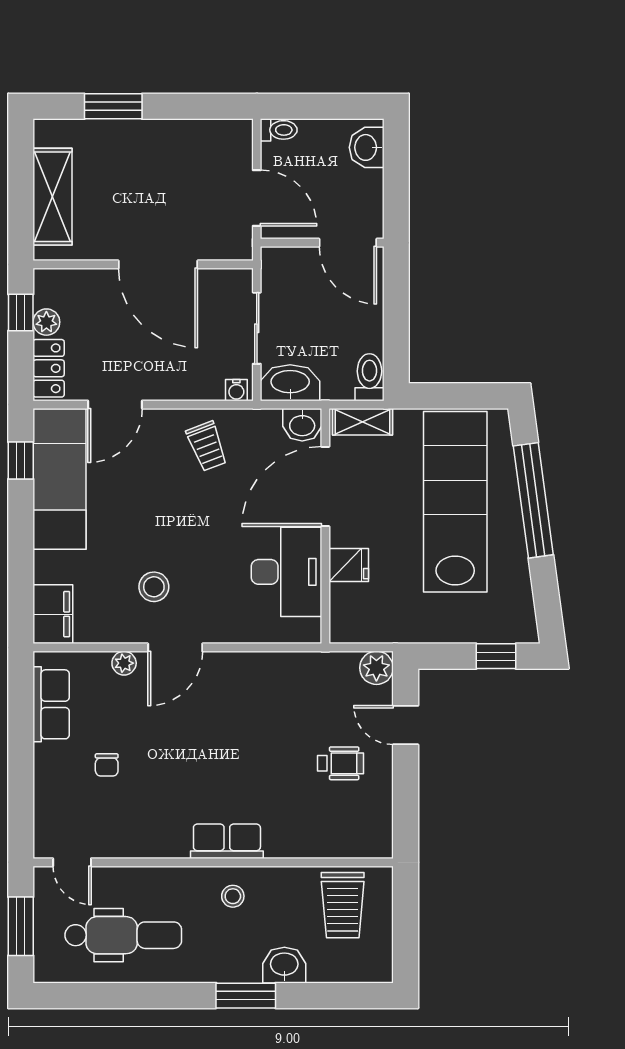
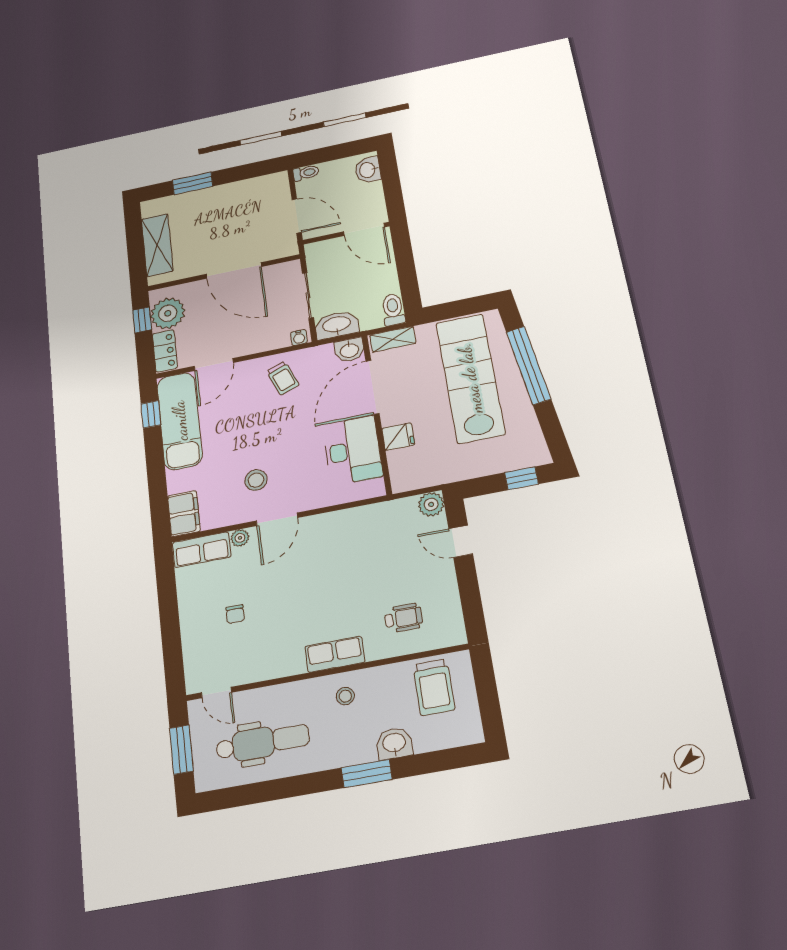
plant: (46, 322) -> (168, 313), width x1.88, depth x1.88
row of seats: (51, 704) -> (202, 550), moved, turned 90
wheelchair: (341, 763) -> (403, 618), moved

